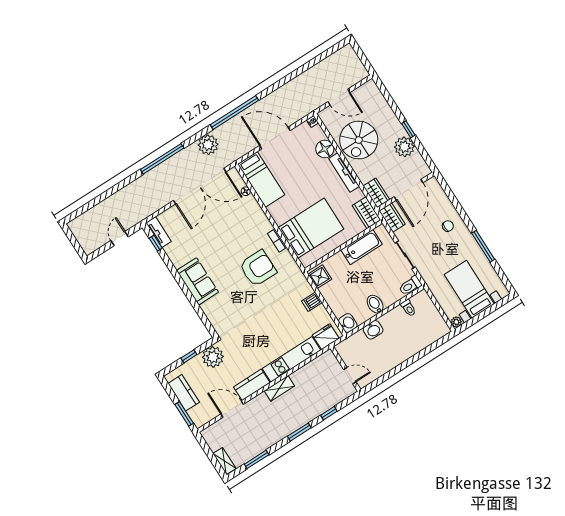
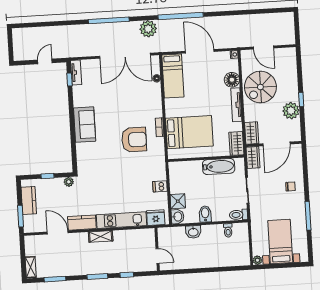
shower: (320, 277) -> (178, 201), moved
plant: (213, 357) -> (69, 182), width x0.53, depth x0.53

